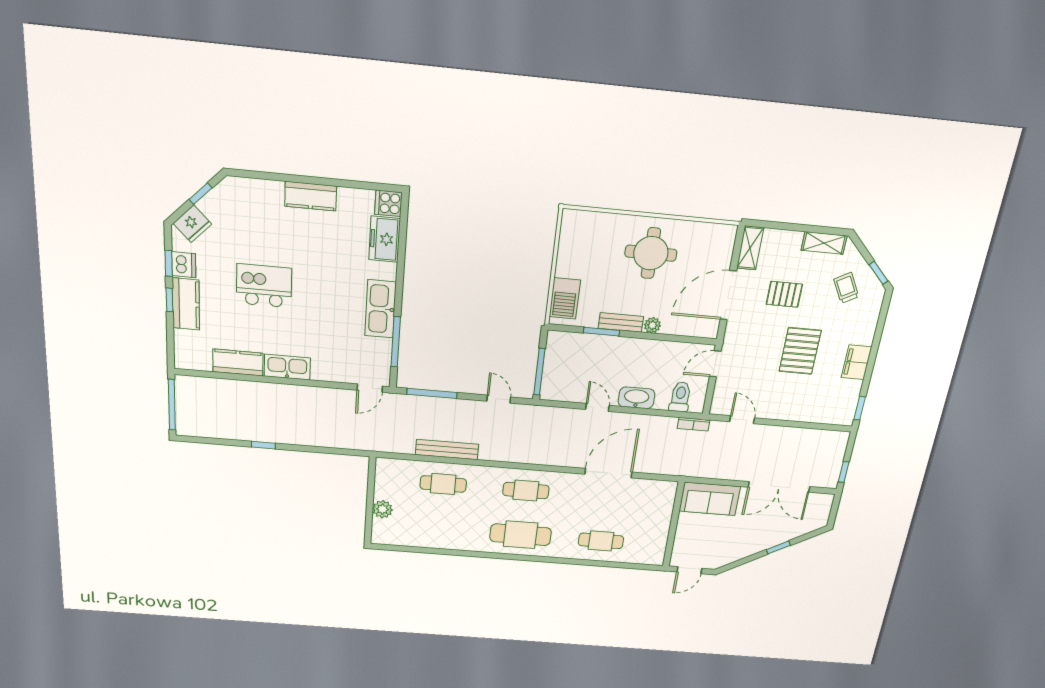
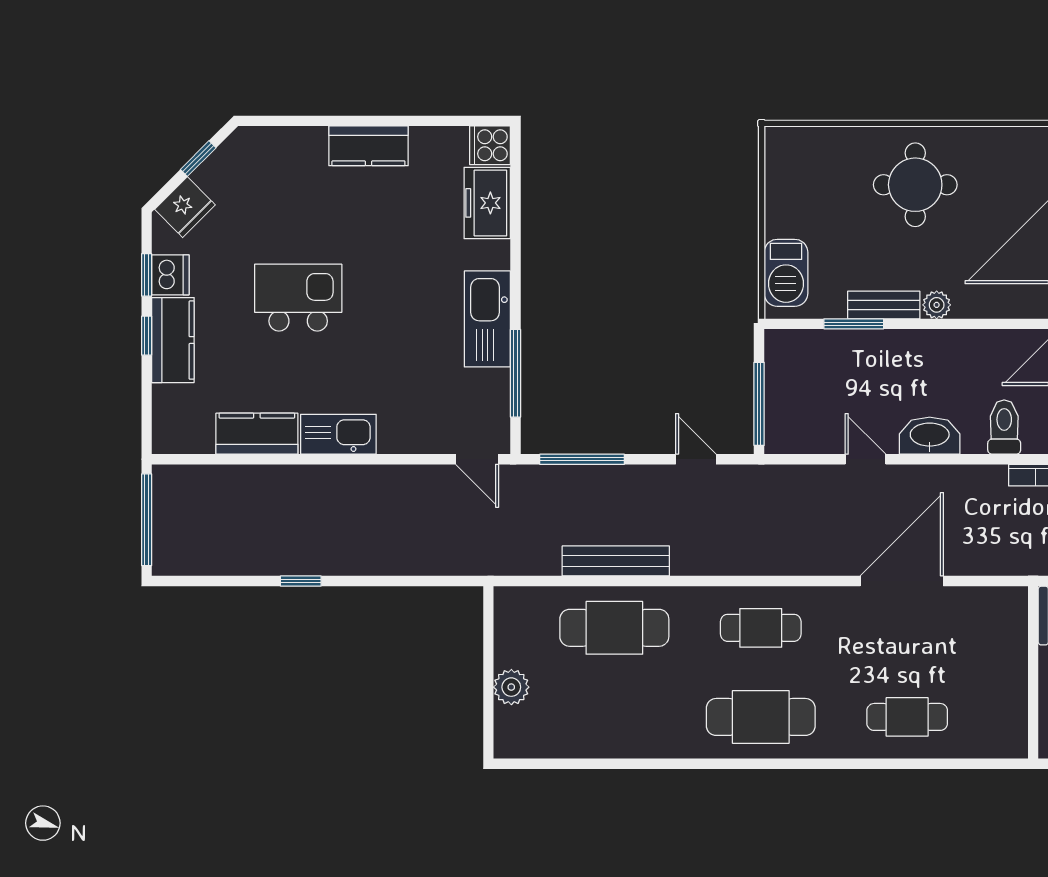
door: (370, 388) -> (477, 459), hinge flipped
cafe table: (443, 484) -> (614, 628), width x1.37, depth x1.35

